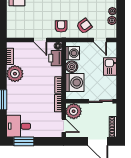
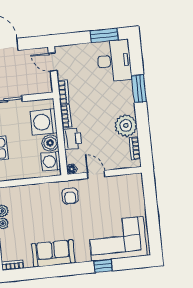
armchair: (84, 26) -> (39, 200), removed
door: (100, 40) -> (16, 183), removed
printer: (55, 58) -> (72, 139), moved
plant: (74, 111) -> (41, 83), removed
desk: (19, 126) -> (114, 61), width x1.37

